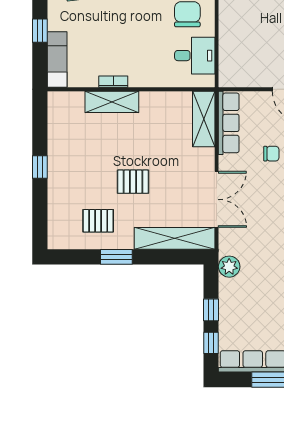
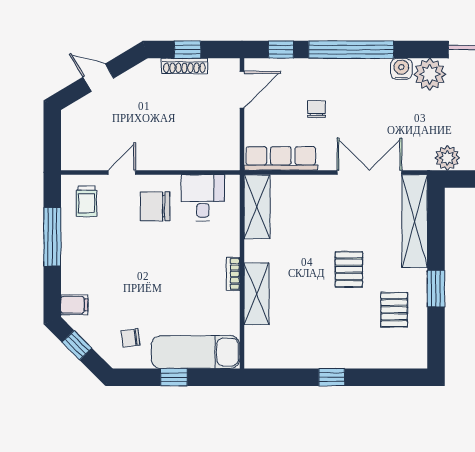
exam couch: (57, 59) -> (196, 352), width x1.36, depth x1.45
bookcase: (113, 82) -> (233, 274), moved
shelving: (204, 119) -> (257, 207), moved, turned 90

